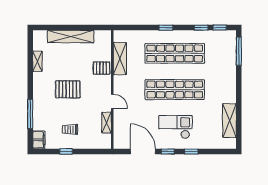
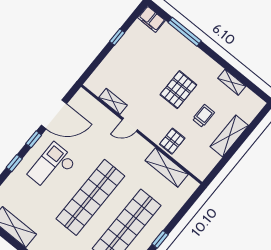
shelving: (71, 37) -> (229, 136), width x0.68
checkout: (175, 127) -> (52, 167), turned 180
trolley: (70, 129) -> (203, 116), moved

